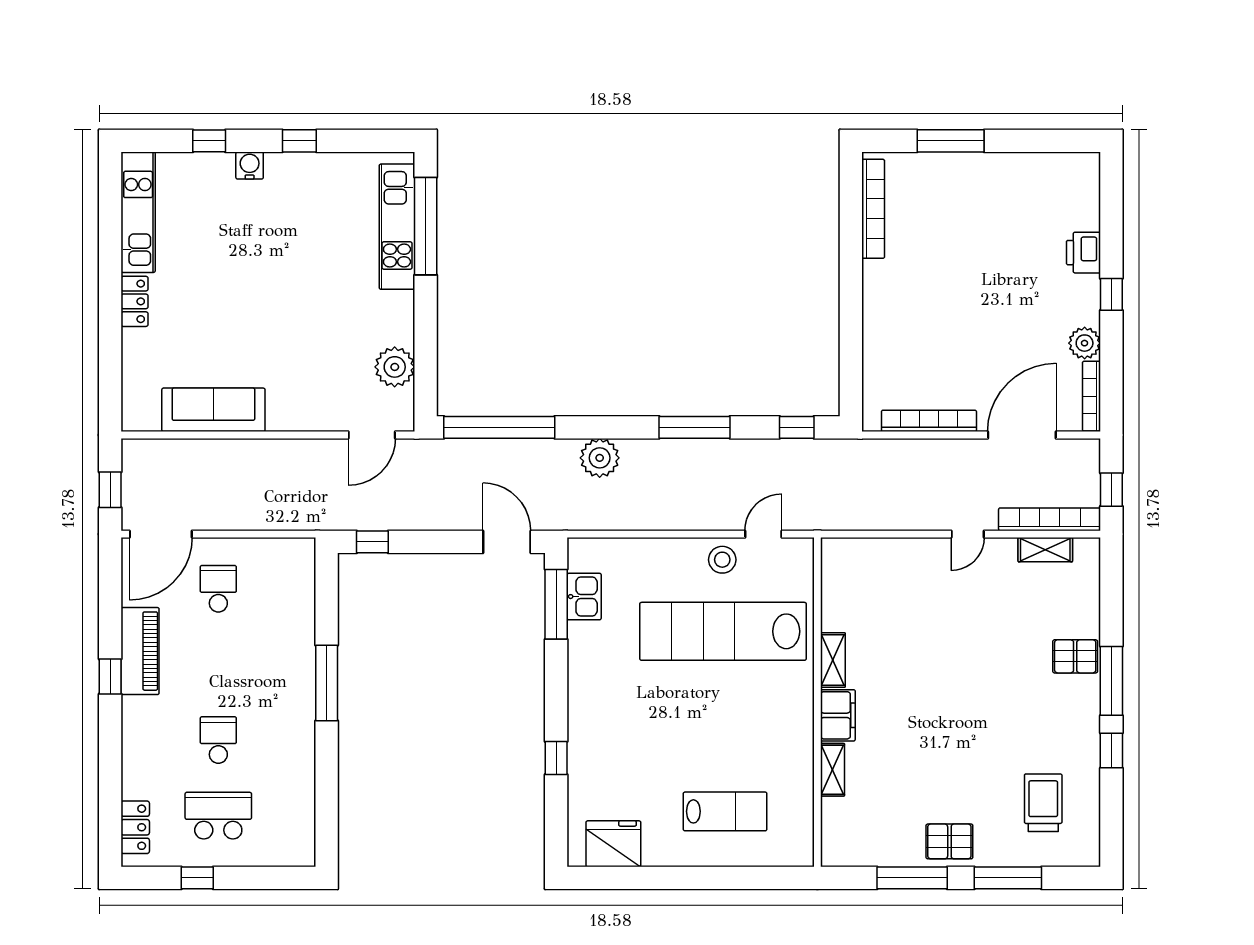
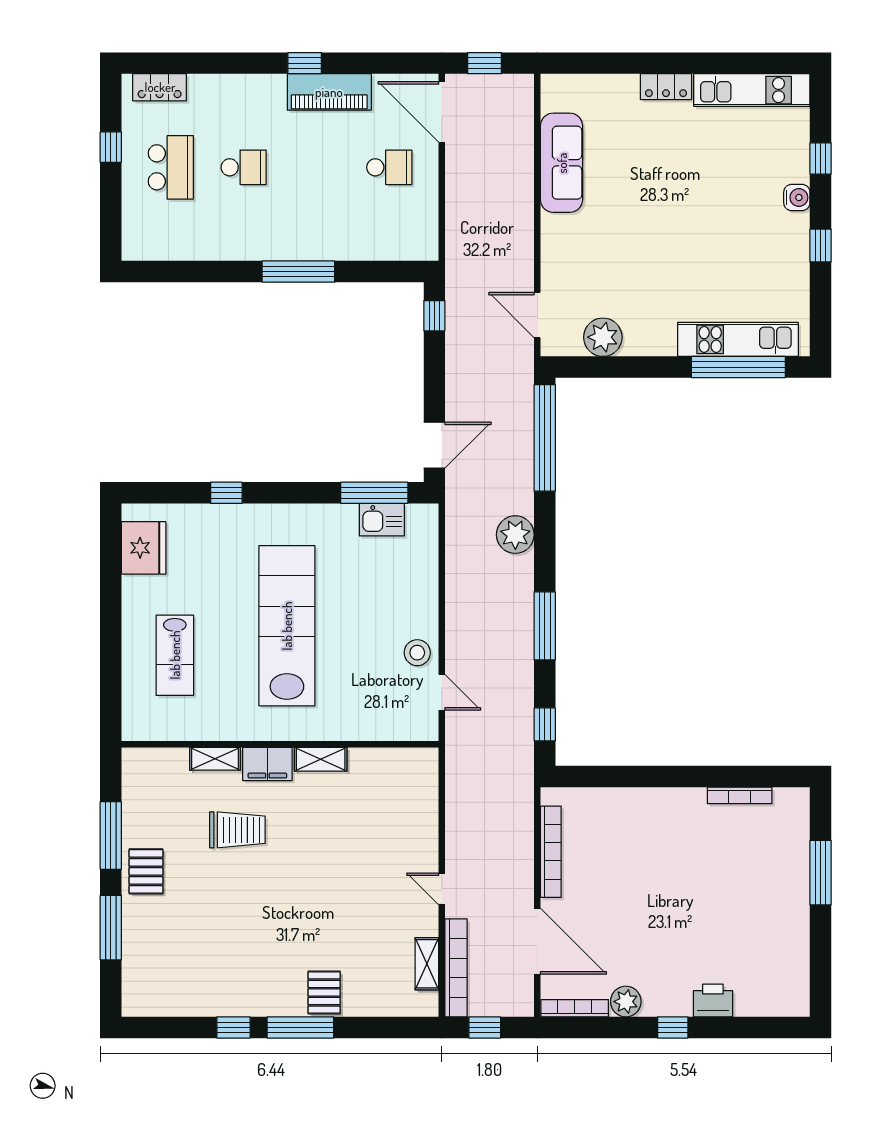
bookcase: (873, 209) -> (740, 795), width x0.68, depth x0.76
lab bench: (723, 631) -> (287, 626), moved
trolley: (1043, 803) -> (237, 830), moved

